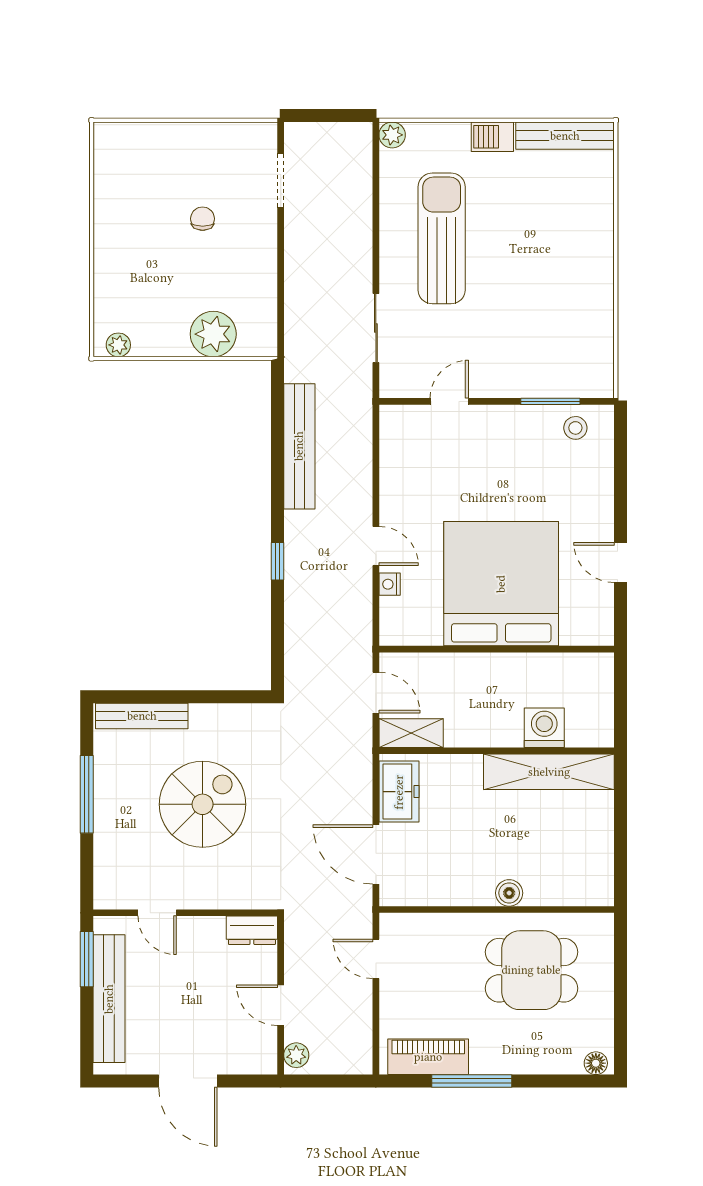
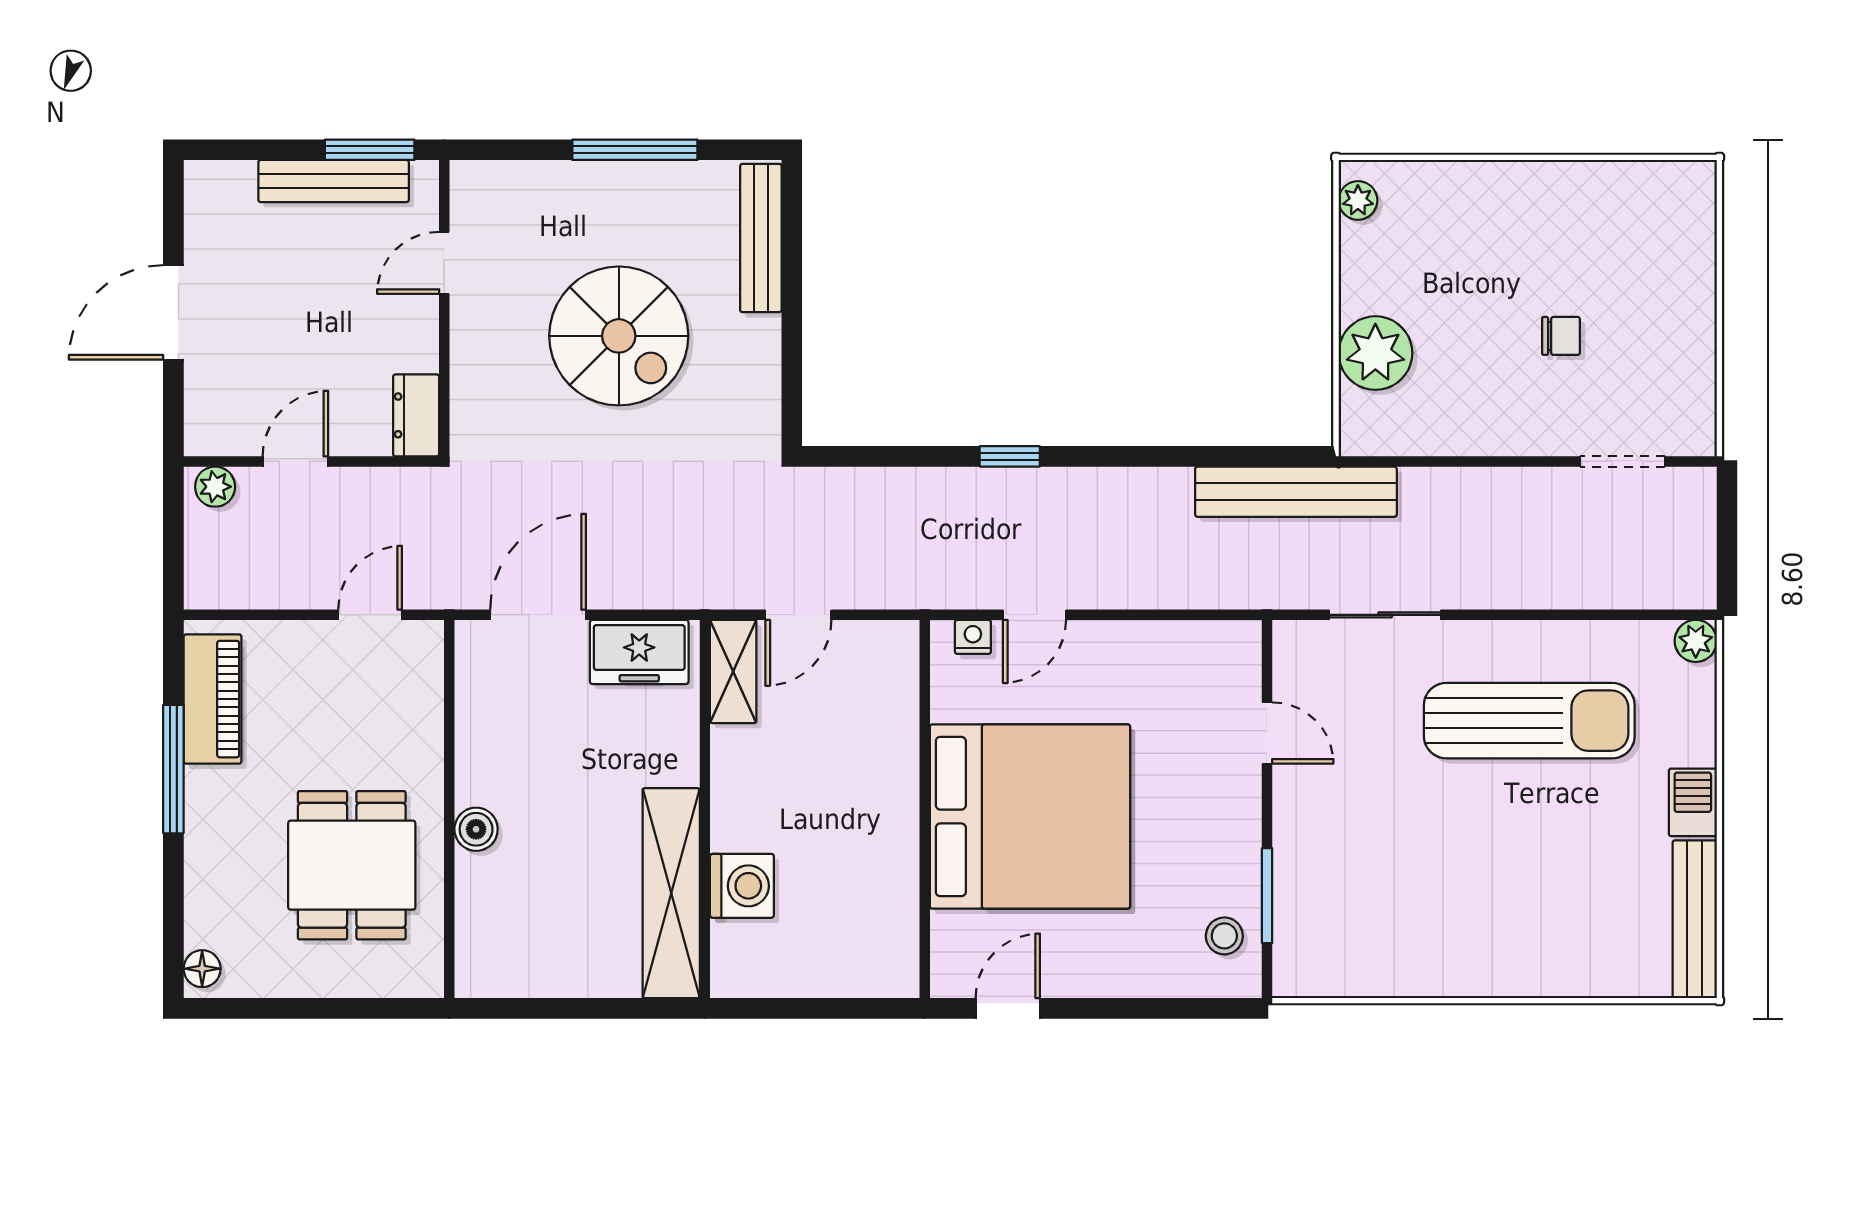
bench: (299, 446) -> (1296, 492), moved
bed: (501, 584) -> (1030, 817), moved
wall: (497, 649) -> (925, 809), moved
bench: (109, 999) -> (334, 181), width x0.73, depth x0.82

